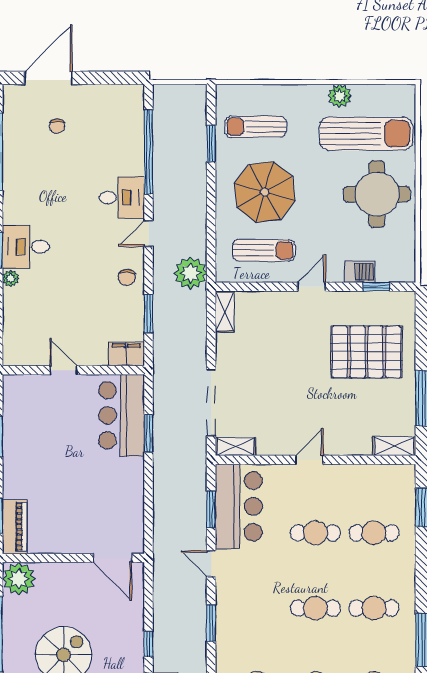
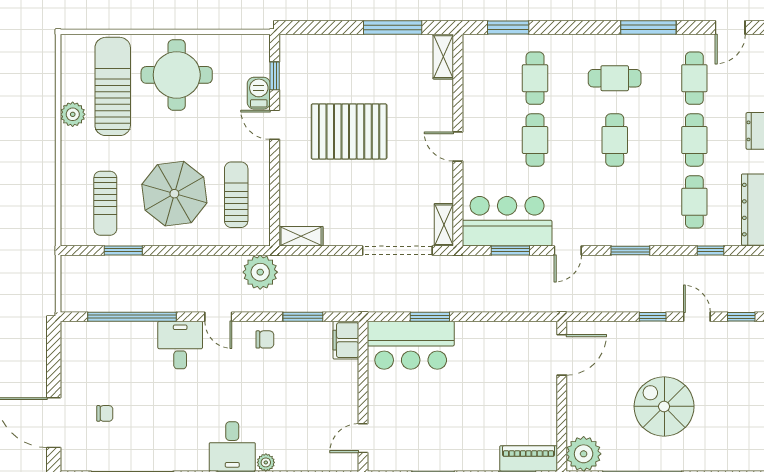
door: (312, 287) -> (275, 125), moved
pallet: (366, 352) -> (349, 131), moved, turned 90
door: (63, 370) -> (363, 438), moved
cafe table: (374, 608) -> (615, 78), turned 90

